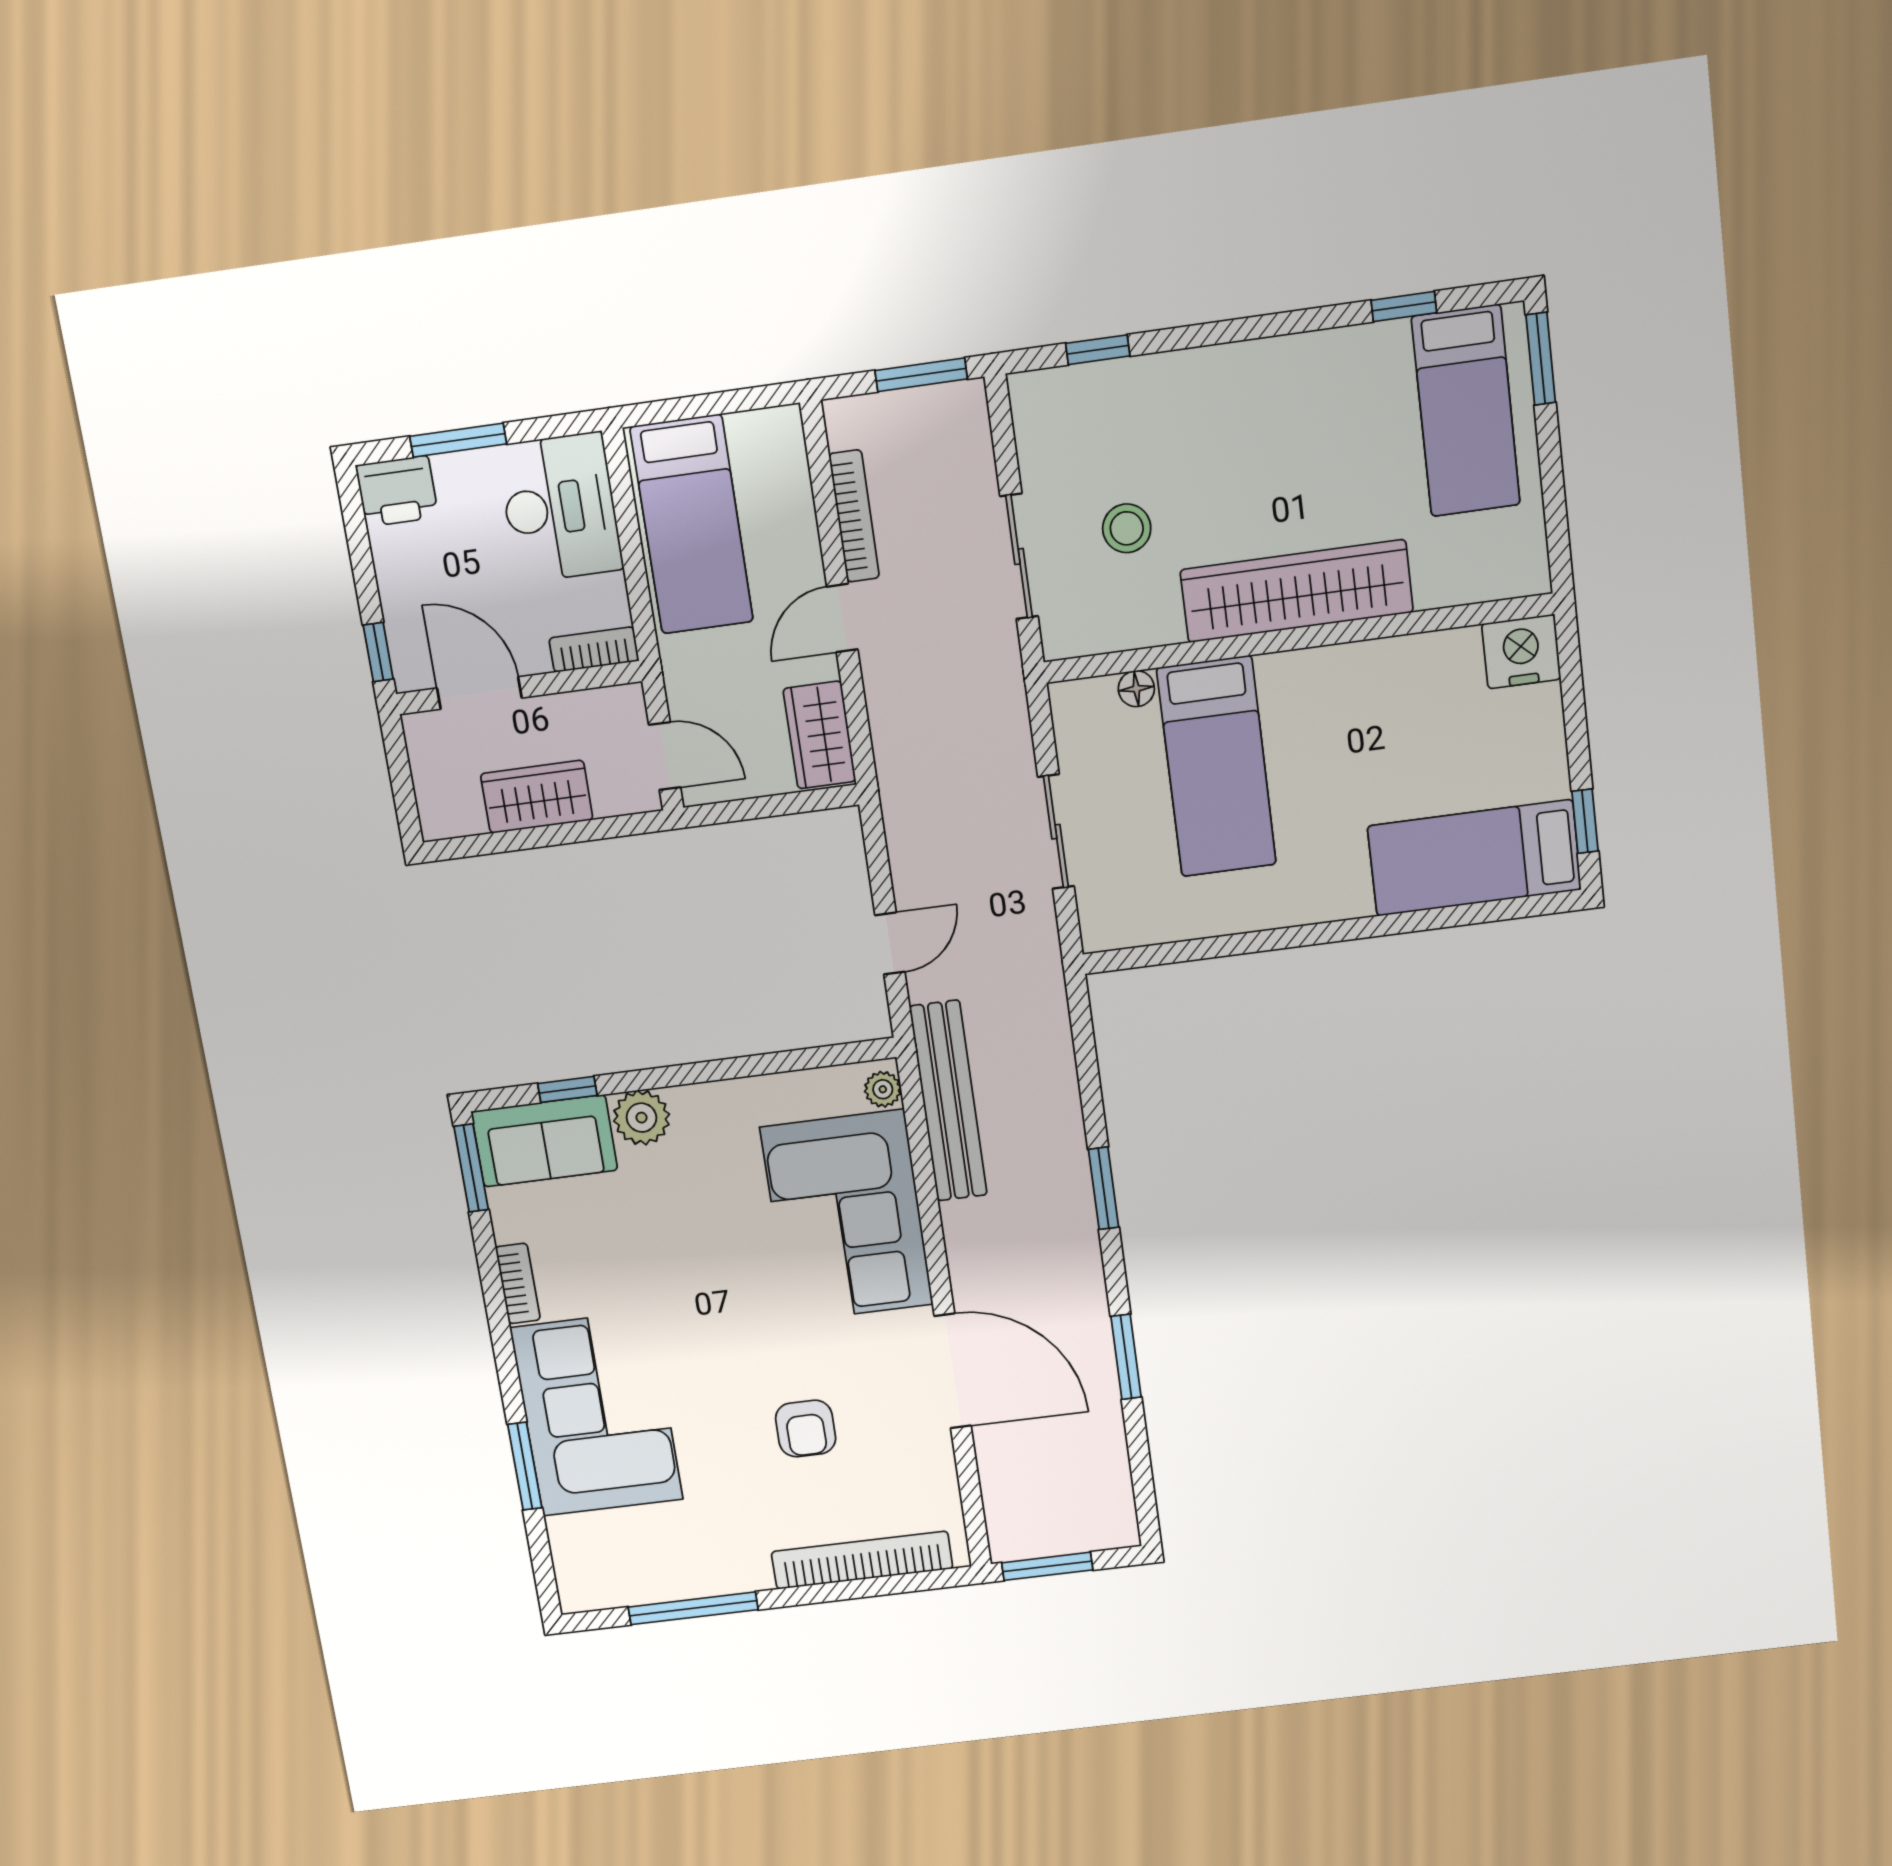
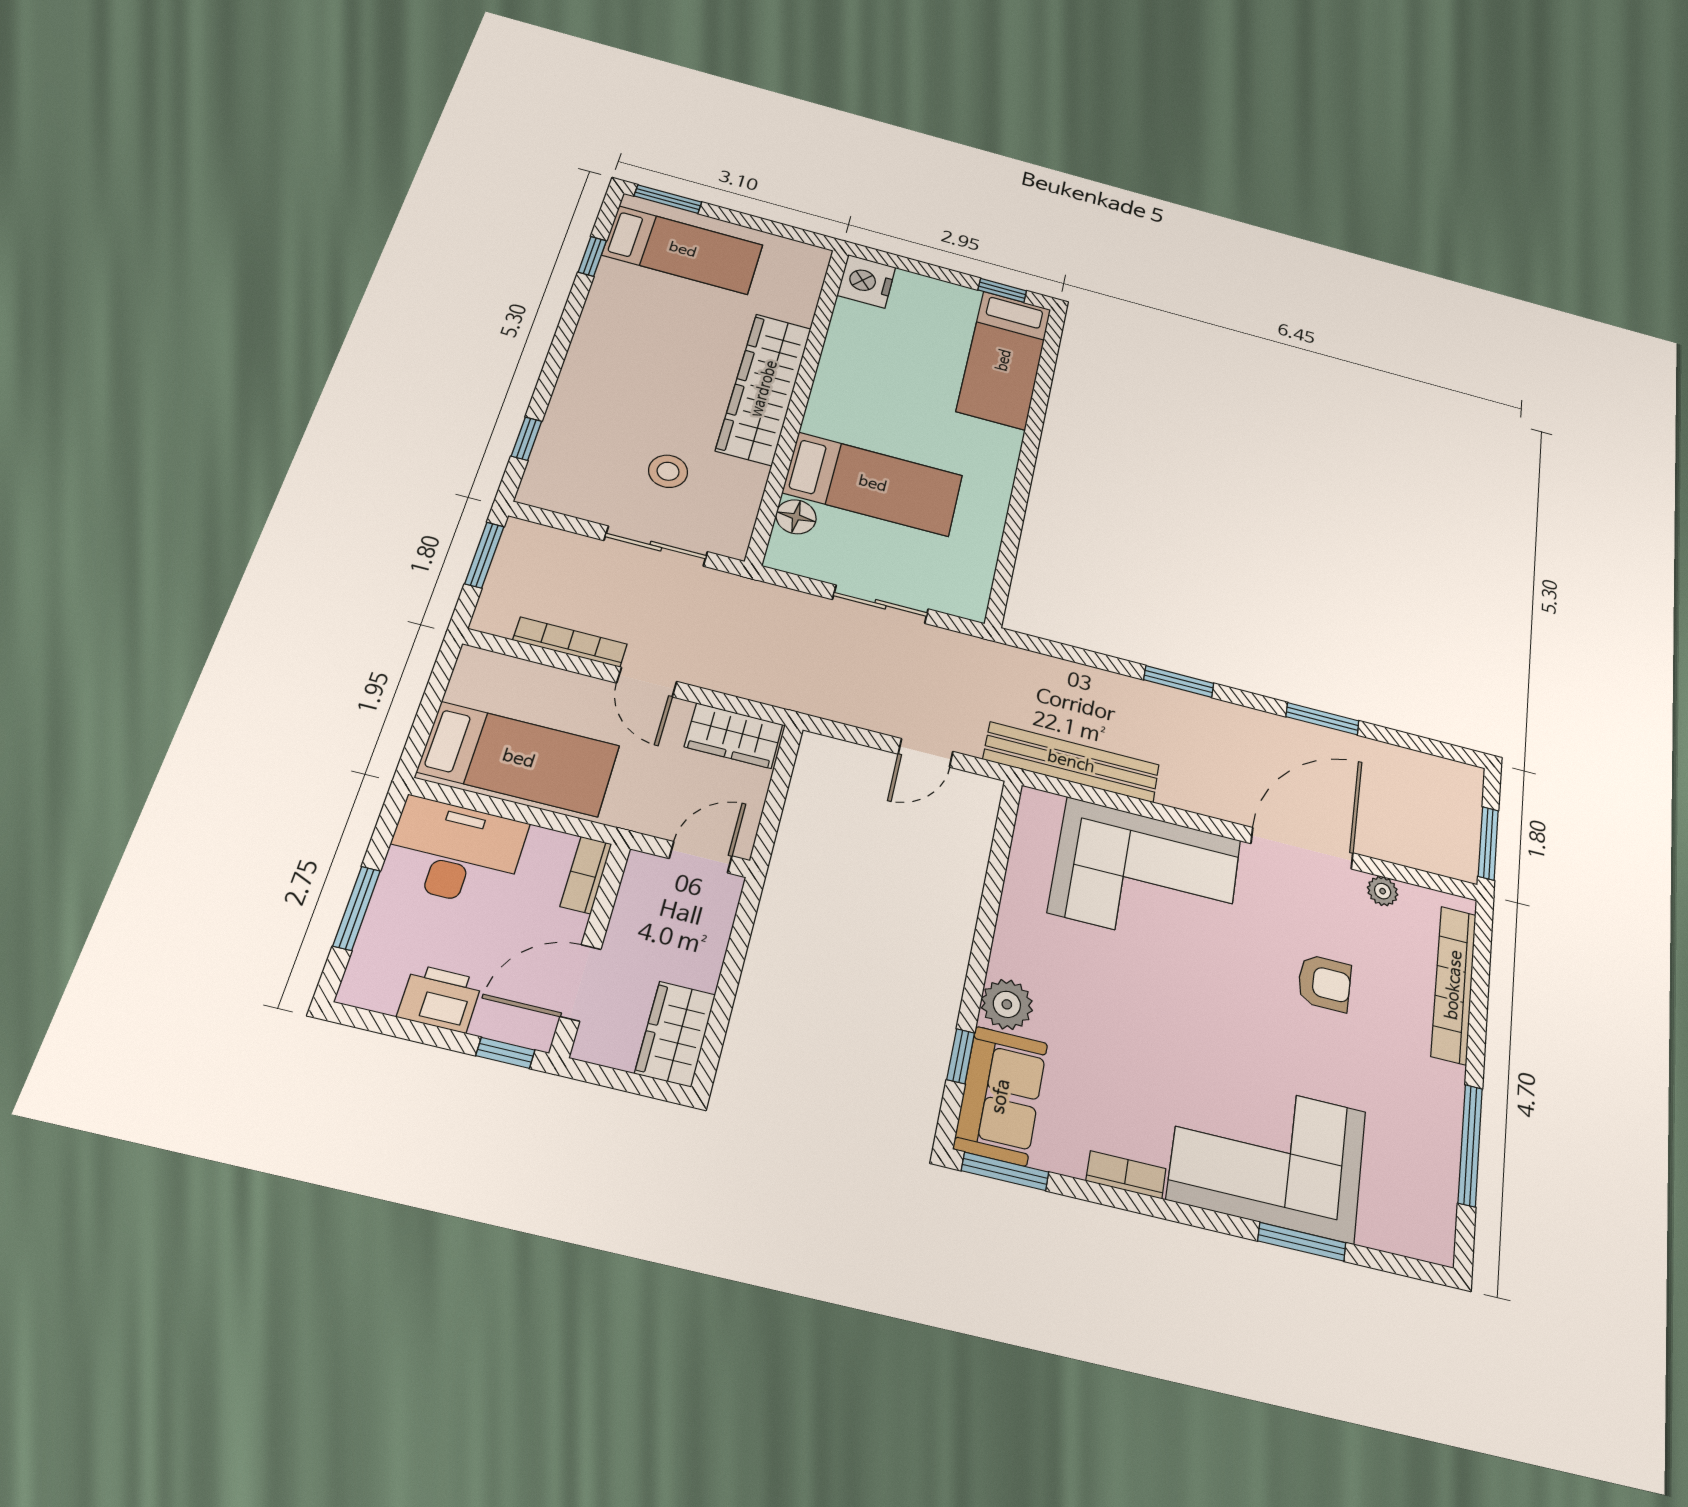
printer: (397, 491) -> (440, 998), moved, turned -90
floor lamp: (1136, 689) -> (796, 517), width x1.37, depth x1.37
wardrobe: (537, 797) -> (675, 1034), moved
door: (890, 944) -> (926, 753), swing flipped
plant: (883, 1089) -> (1383, 891), moved

